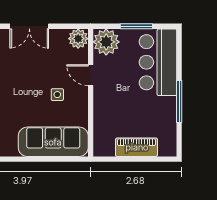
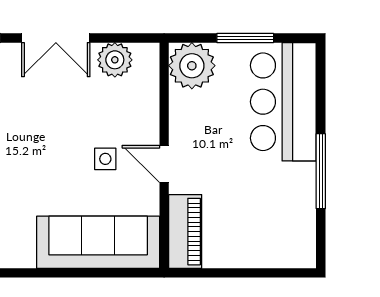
plant: (78, 39) -> (115, 60), moved
door: (91, 75) -> (164, 164), moved
piano: (137, 147) -> (185, 232), moved, turned 90

